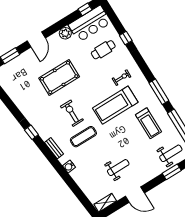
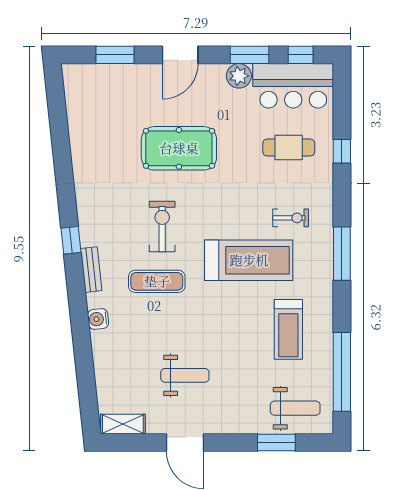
window: (64, 22) -> (249, 55), added
window: (159, 92) -> (342, 254), moved
treadmill: (115, 105) -> (249, 260), turned 180
window: (31, 132) -> (71, 240), moved

